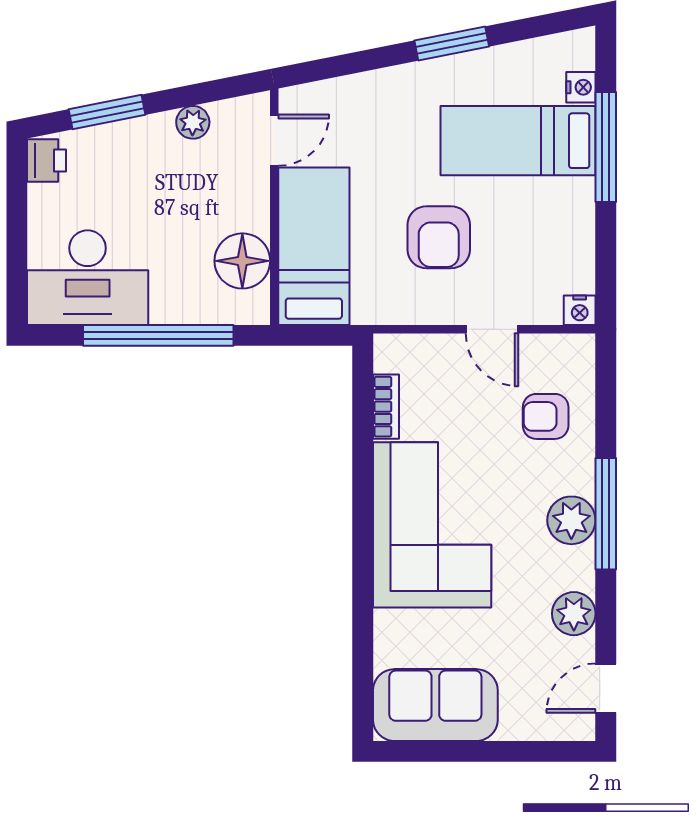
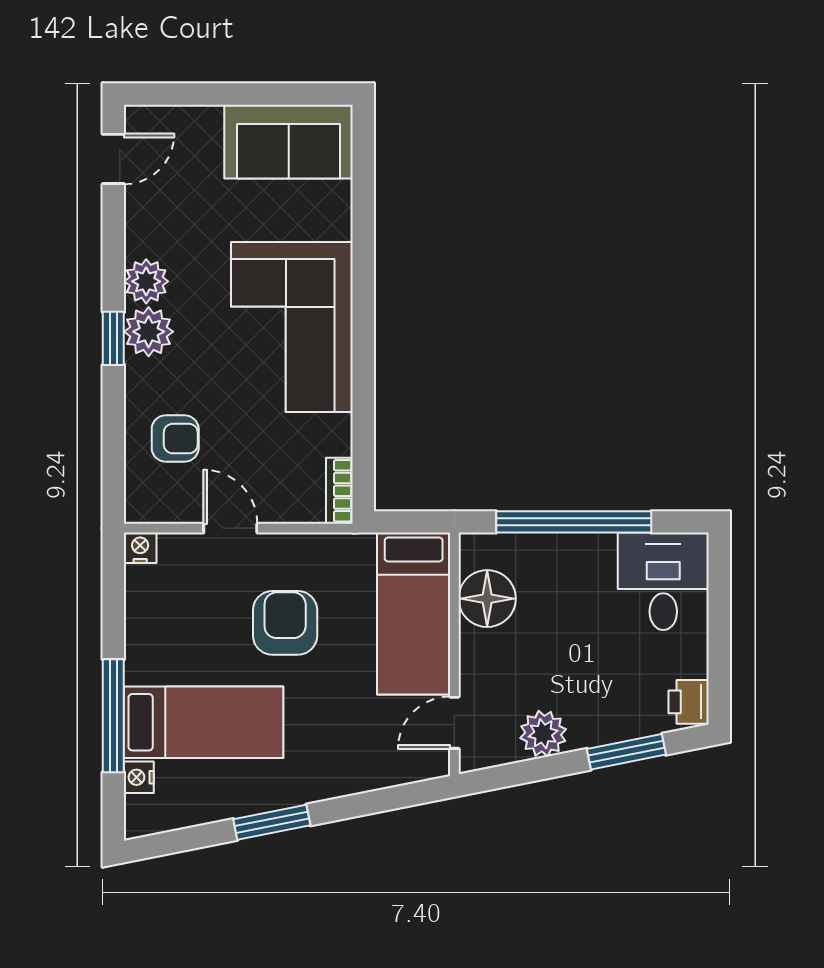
plant: (193, 122) -> (543, 734), width x1.38, depth x1.38
desk: (88, 278) -> (663, 581), width x0.73
bookcase: (386, 407) -> (339, 491), moved
window: (606, 514) -> (113, 338), width x0.46
plant: (574, 614) -> (146, 281), moved

